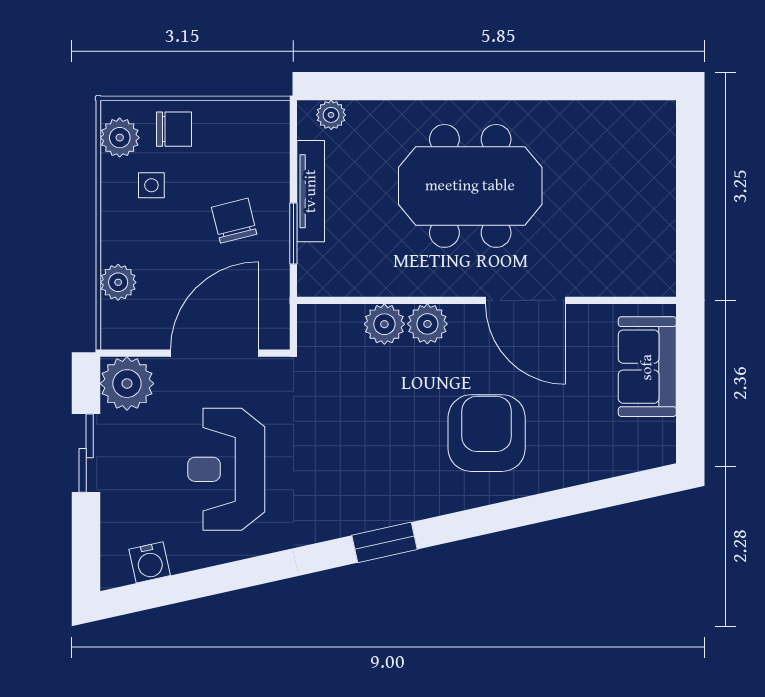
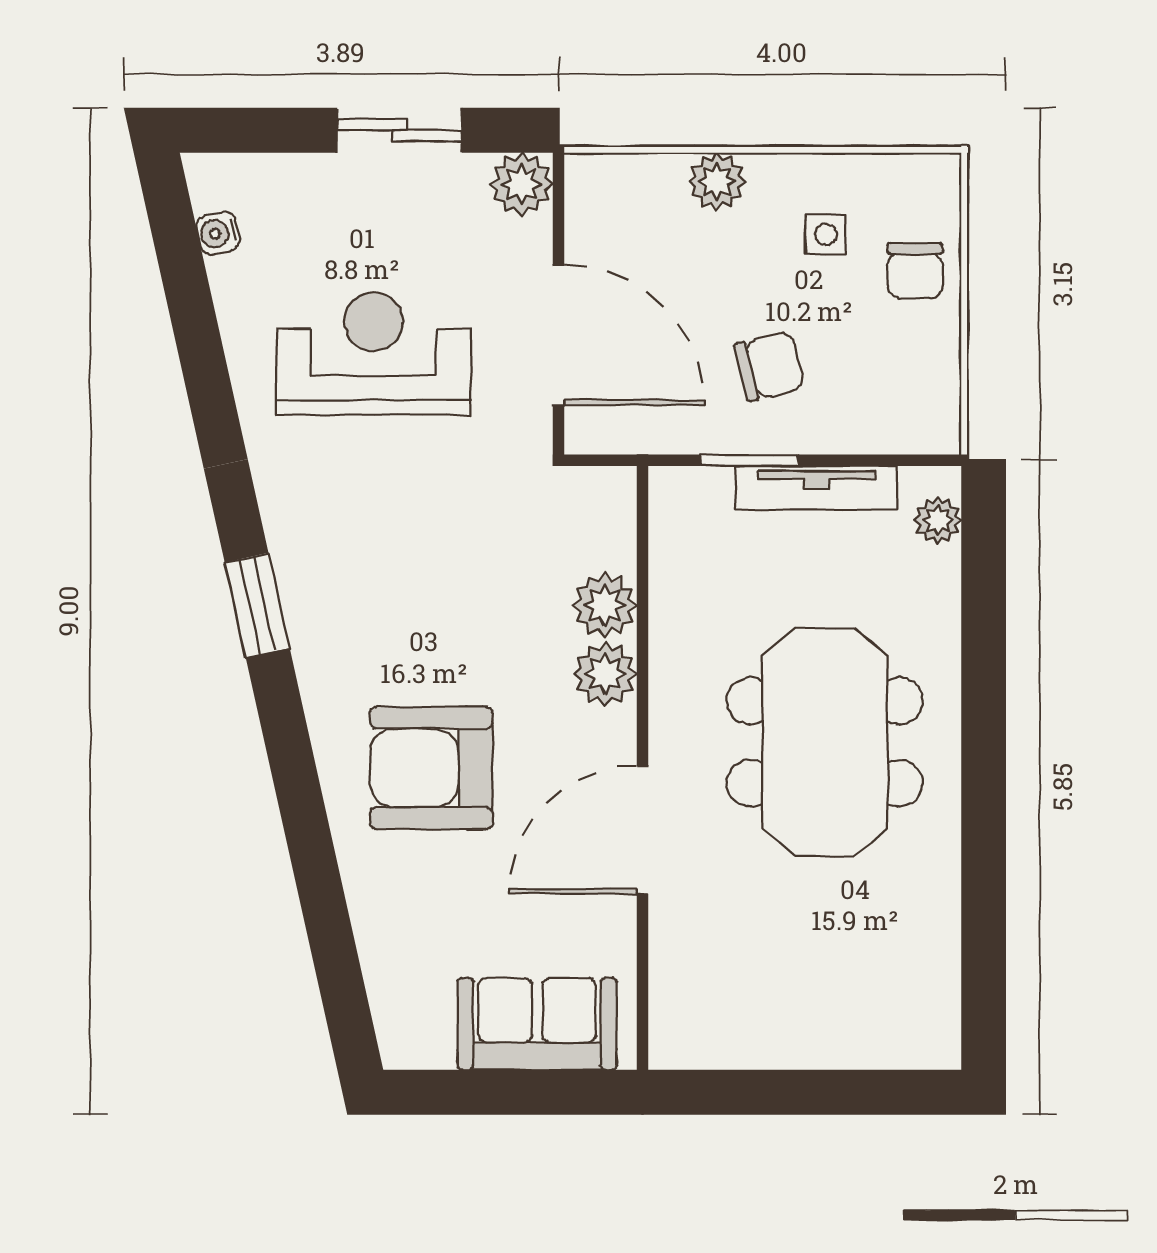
plant: (120, 138) -> (902, 184), removed
plant: (118, 282) -> (717, 181), moved
plant: (127, 384) -> (522, 184), width x0.73, depth x0.73
armchair: (487, 433) -> (431, 768), turned 180
water cooler: (150, 562) -> (218, 233), width x0.72, depth x0.72

